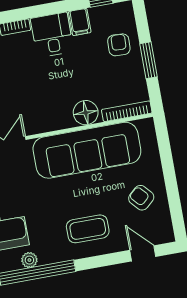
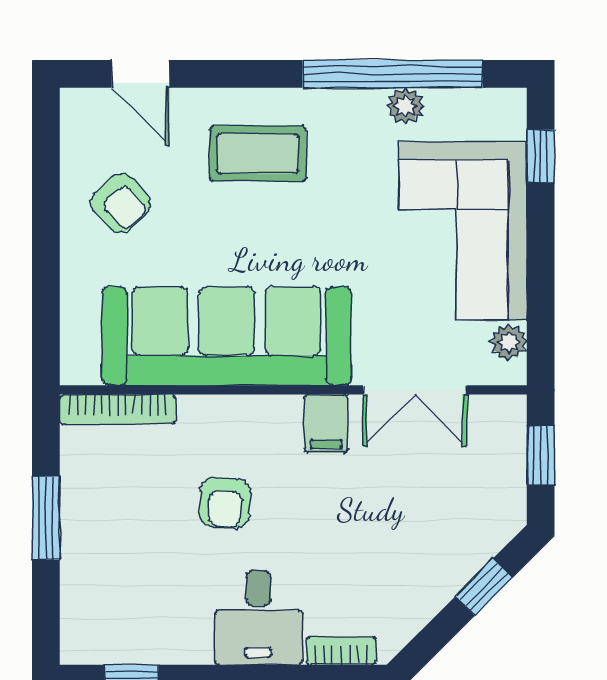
filing cabinet: (80, 22) -> (326, 424), moved, turned 180
armchair: (119, 45) -> (225, 503), moved
floor lamp: (86, 113) -> (213, 423), removed

